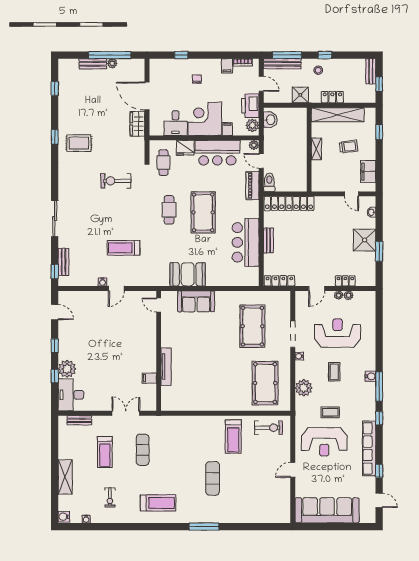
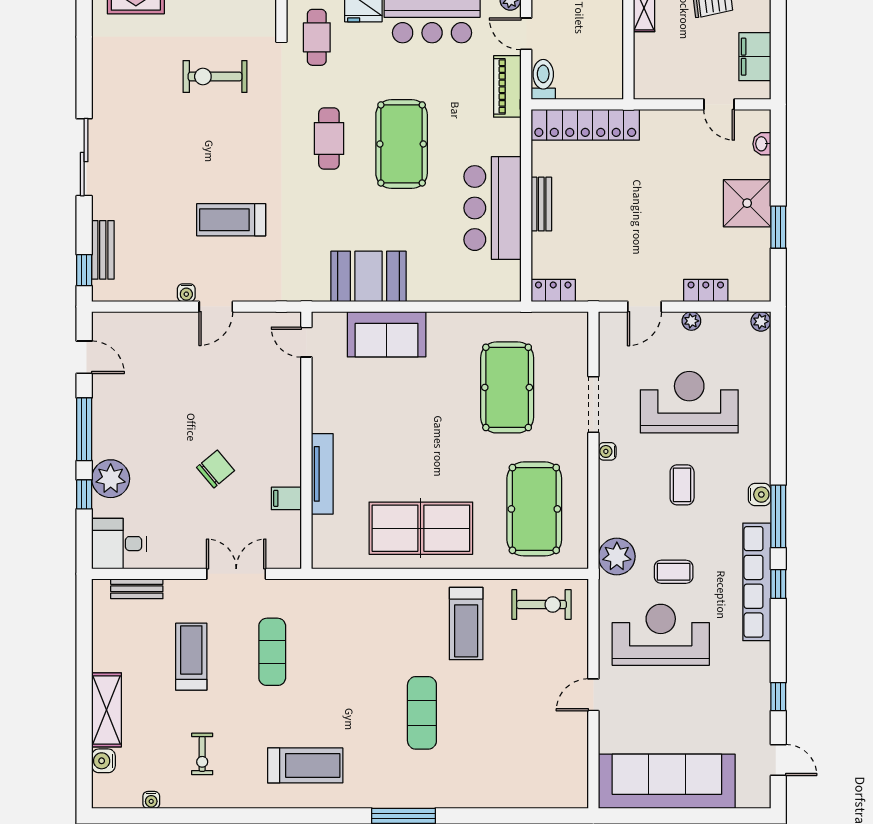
locker: (279, 281) -> (553, 290), width x0.66
plant: (348, 295) -> (761, 321), moved
window: (55, 346) -> (84, 429), width x2.17
chair: (116, 364) -> (216, 469), added
plant: (304, 388) -> (617, 556), moved
table tennis table: (212, 392) -> (421, 528), added
desk: (71, 395) -> (119, 544), width x0.73
reception desk: (324, 442) -> (661, 635), turned 180
row of seats: (369, 448) -> (757, 582), moved
treadmill: (105, 452) -> (191, 657), turned 180
water cooler: (64, 517) -> (103, 761), moved

